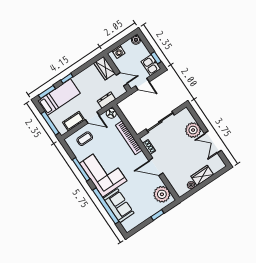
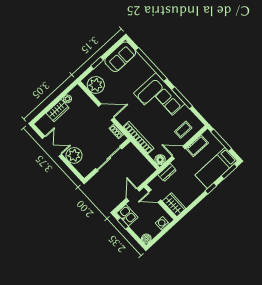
door: (142, 84) -> (133, 195), hinge flipped
sofa: (119, 206) -> (120, 57), moved, turned -90

